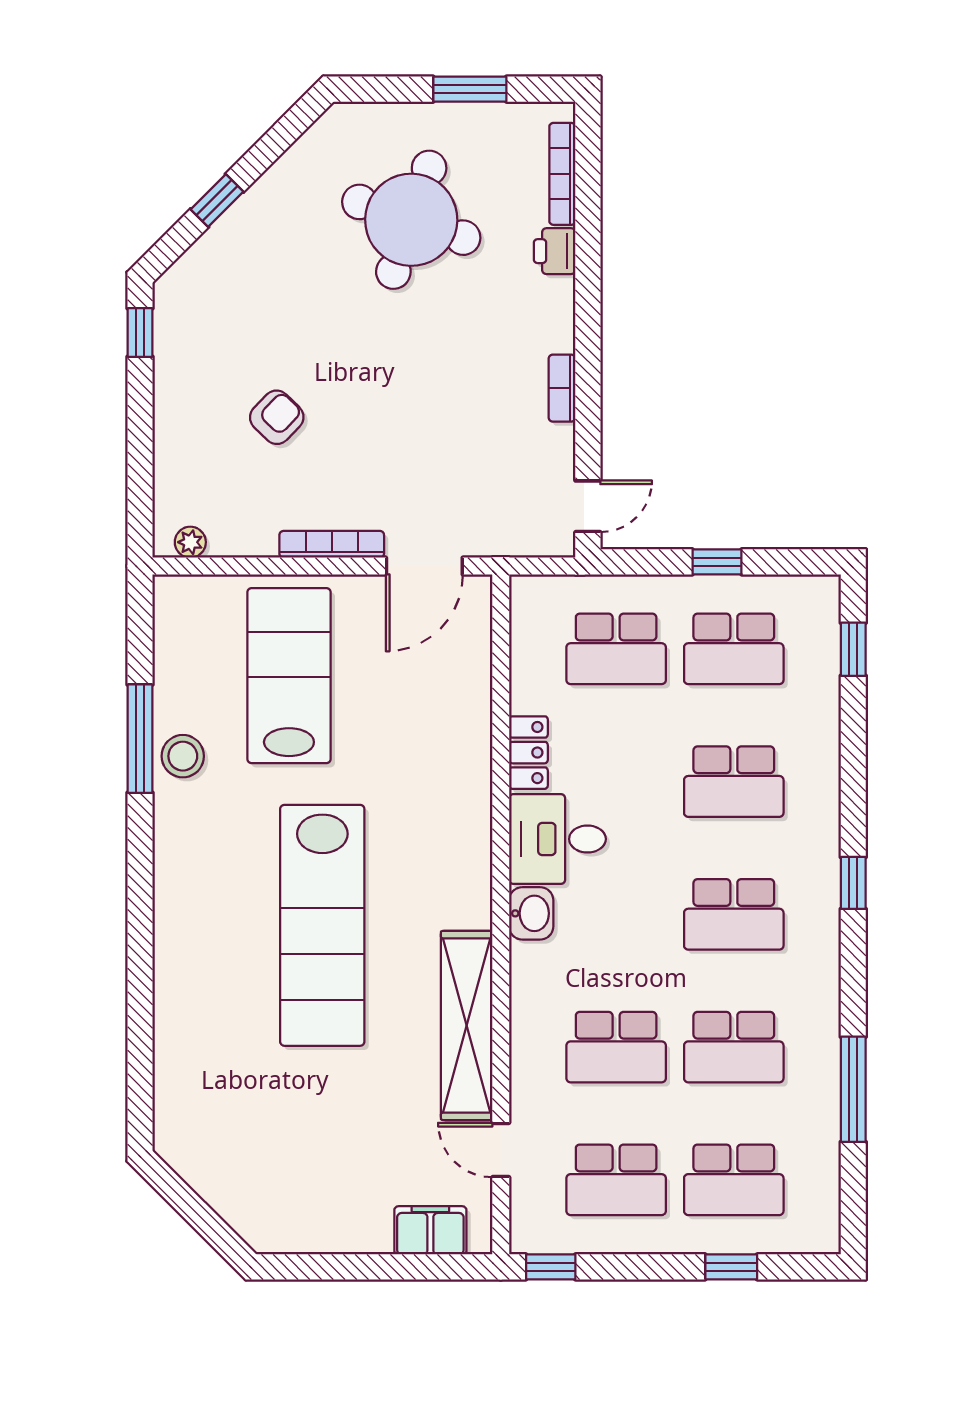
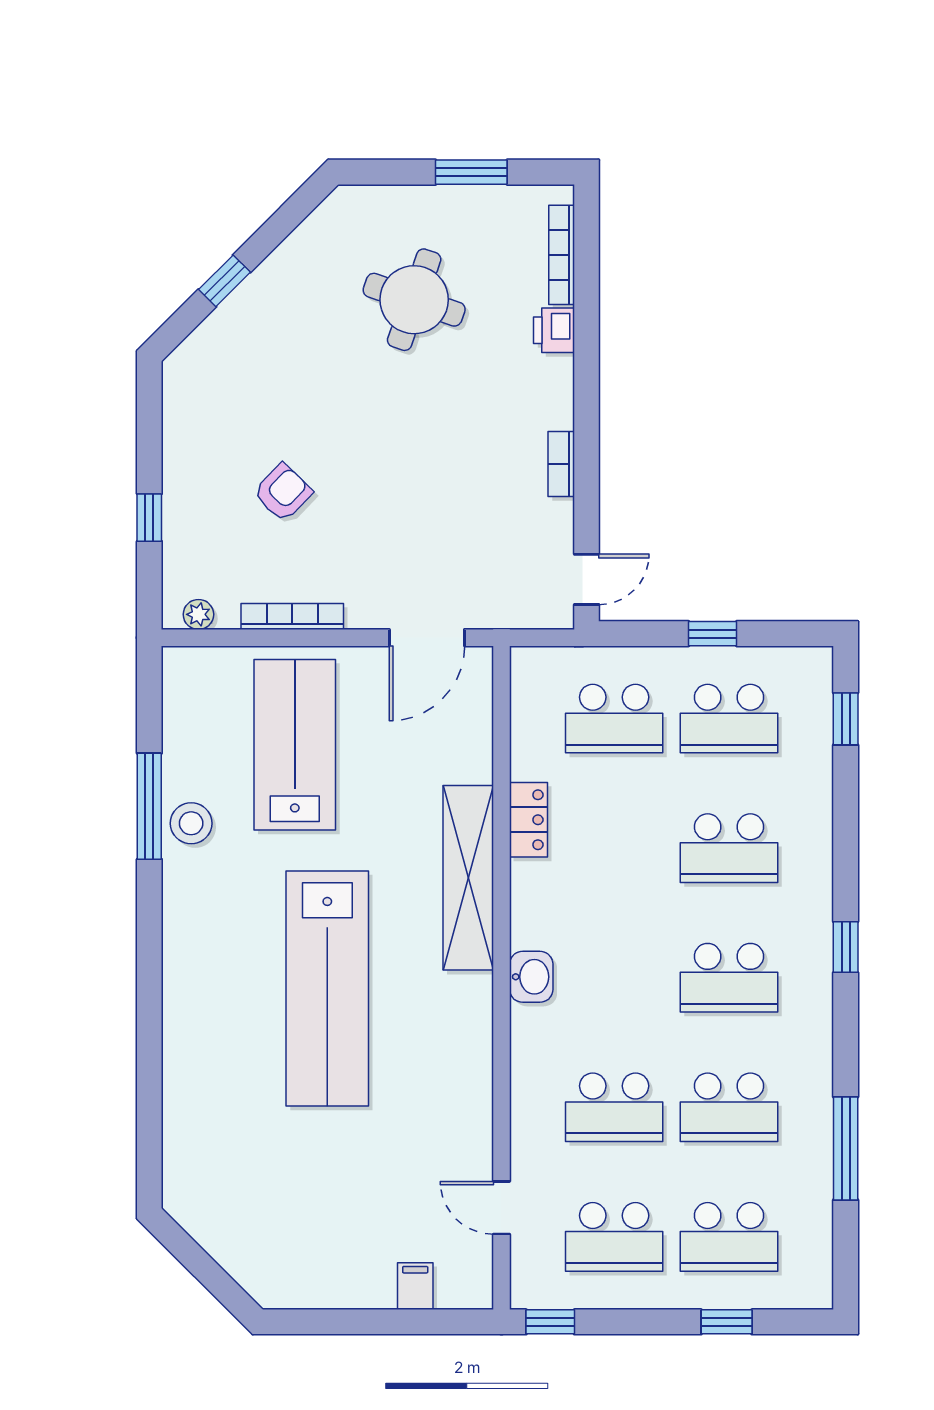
round table: (411, 220) -> (414, 300), width x0.73, depth x0.73
window: (140, 332) -> (149, 518), moved
bookcase: (332, 544) -> (292, 616), moved
desk: (557, 839) -> (557, 904), removed
shelving: (467, 1025) -> (468, 878), moved
filing cabinet: (430, 1230) -> (415, 1286), width x0.50

